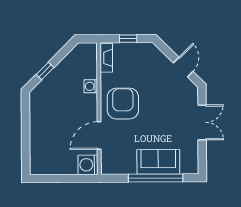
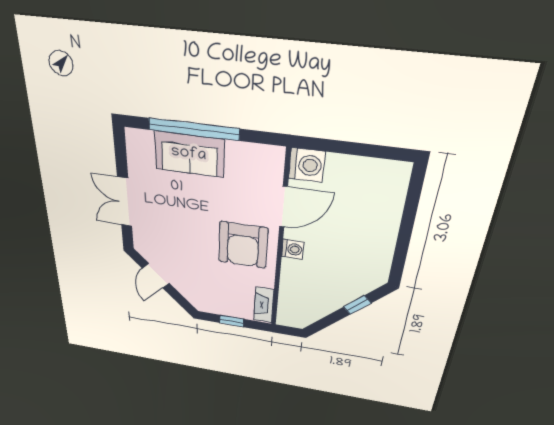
washing machine: (91, 86) -> (293, 249), moved

